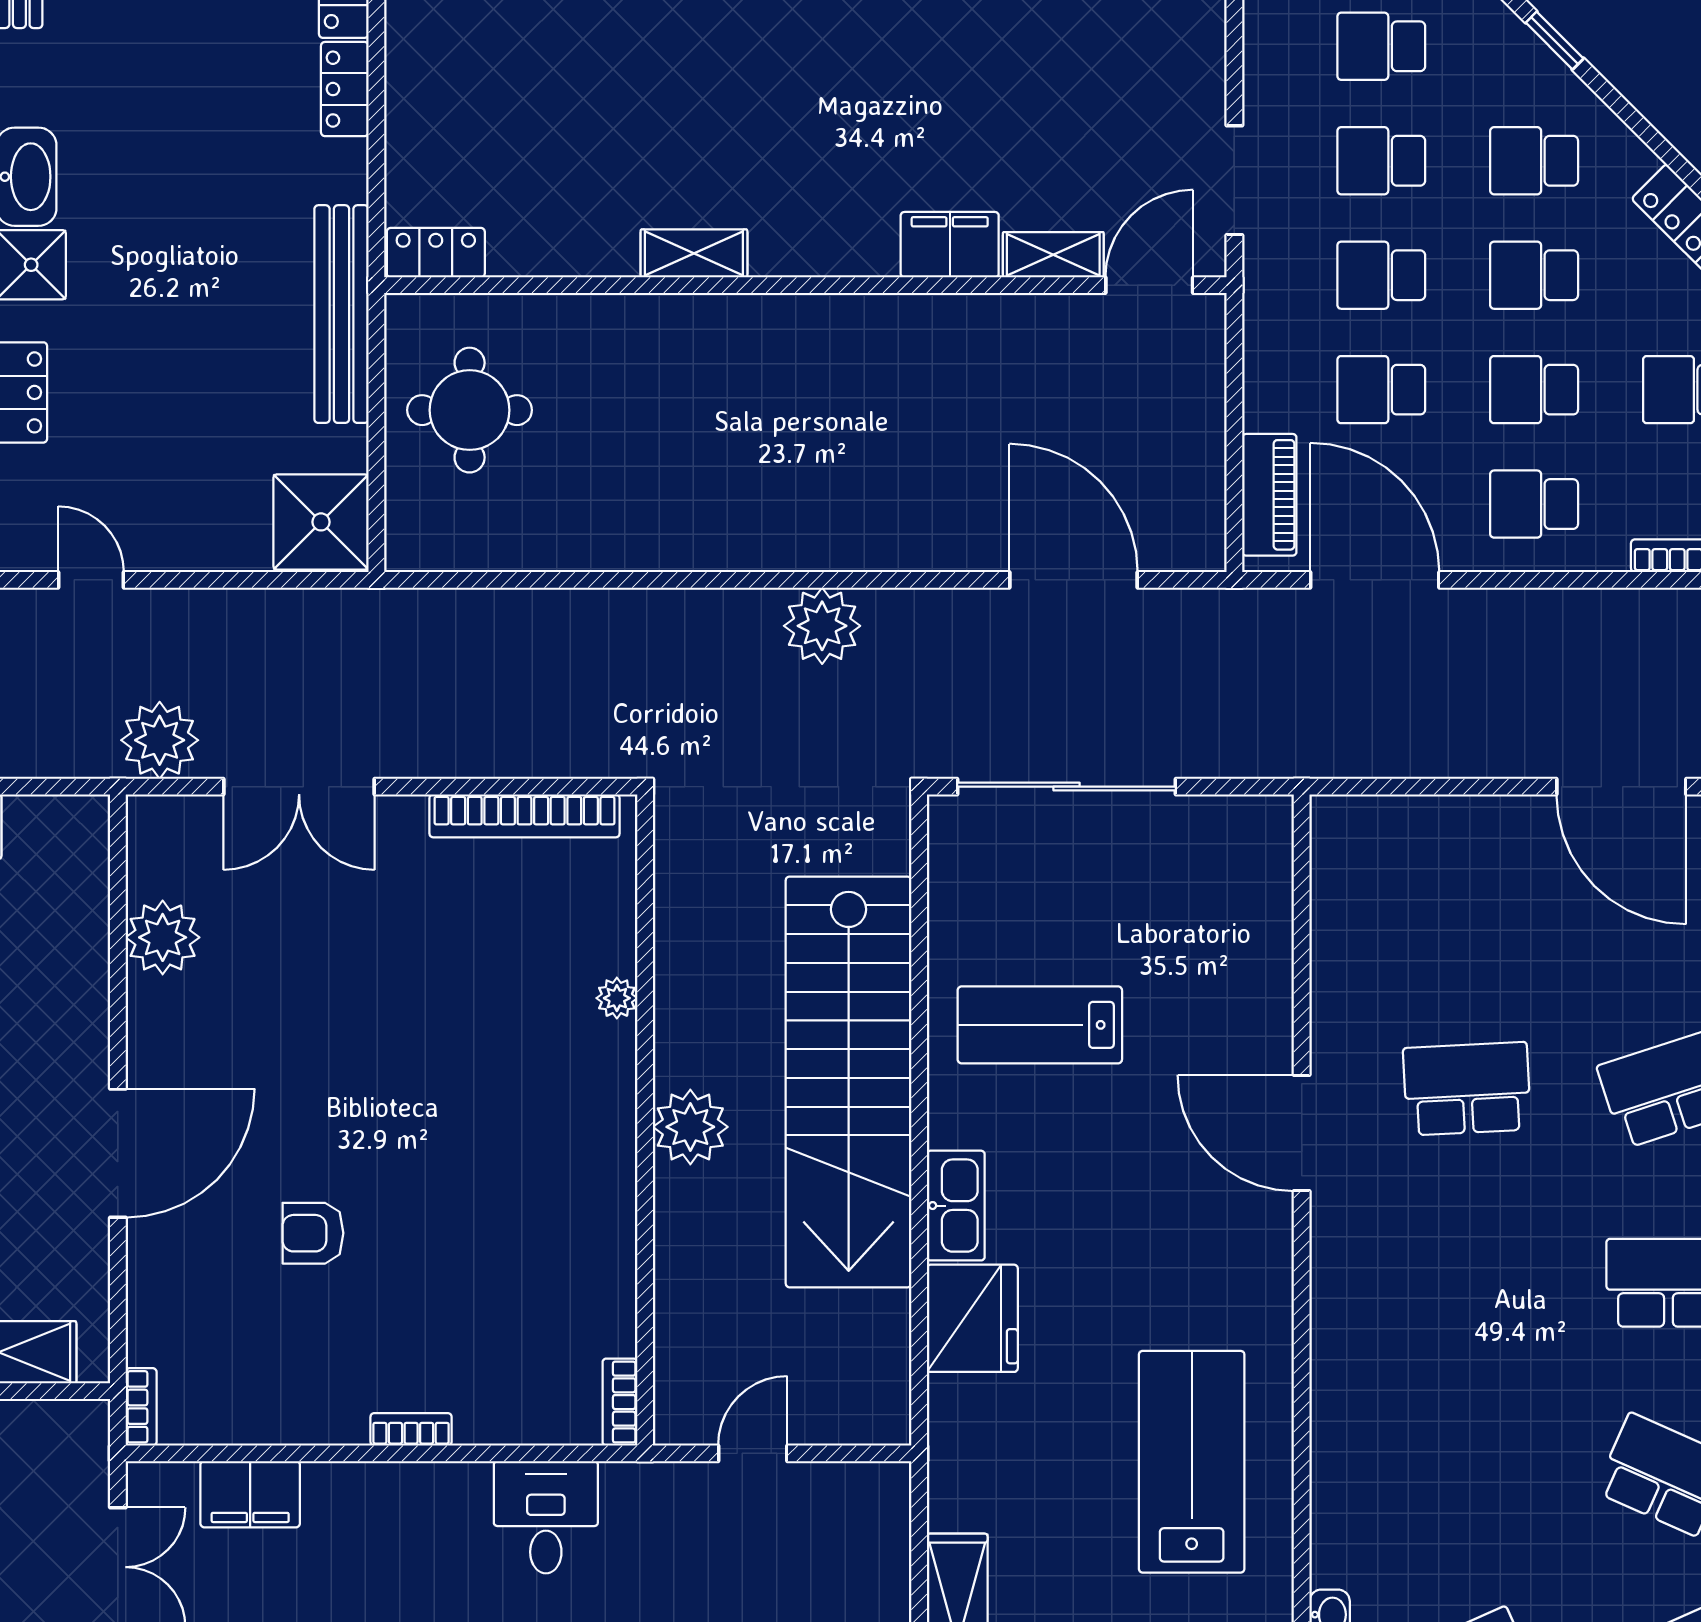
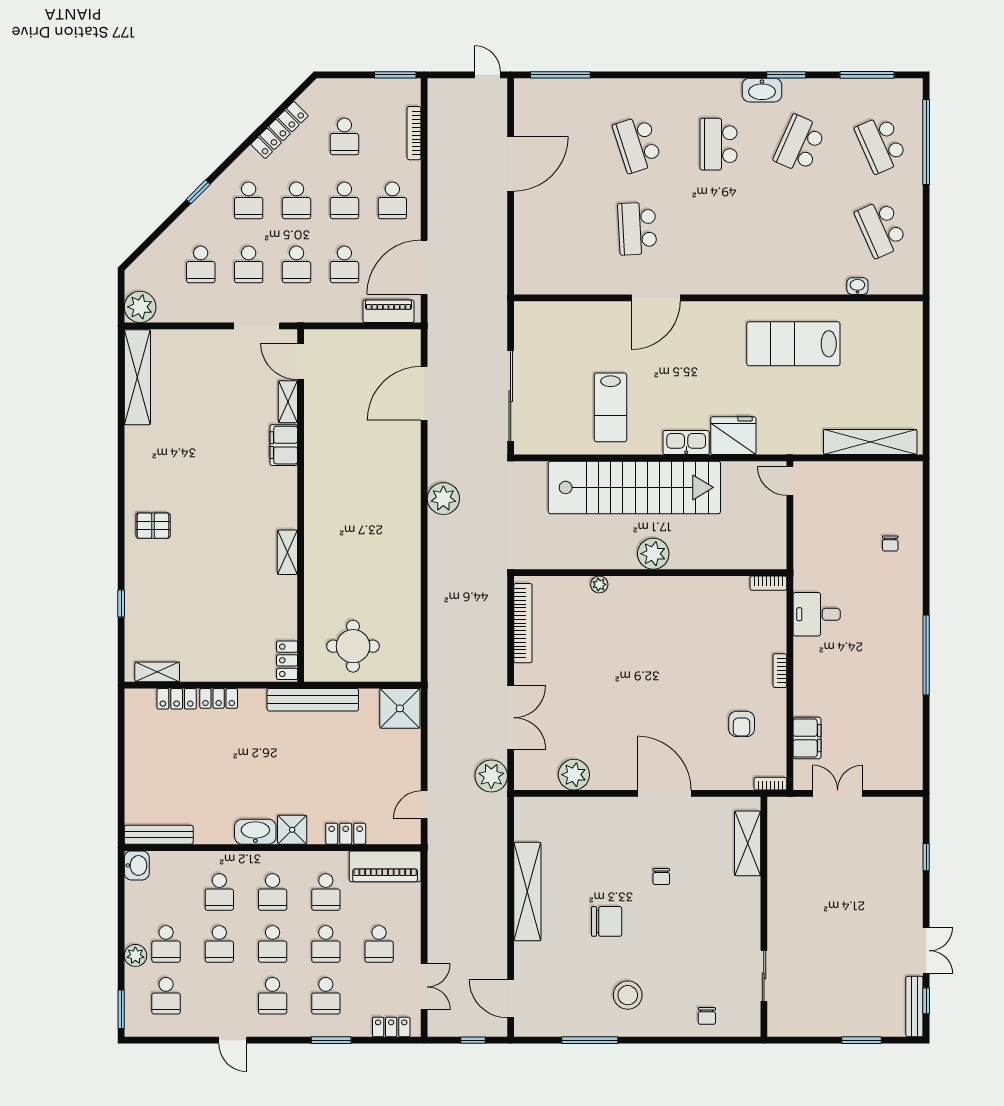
armchair: (313, 1233) -> (742, 724), moved
door: (753, 1453) -> (790, 481), moved

